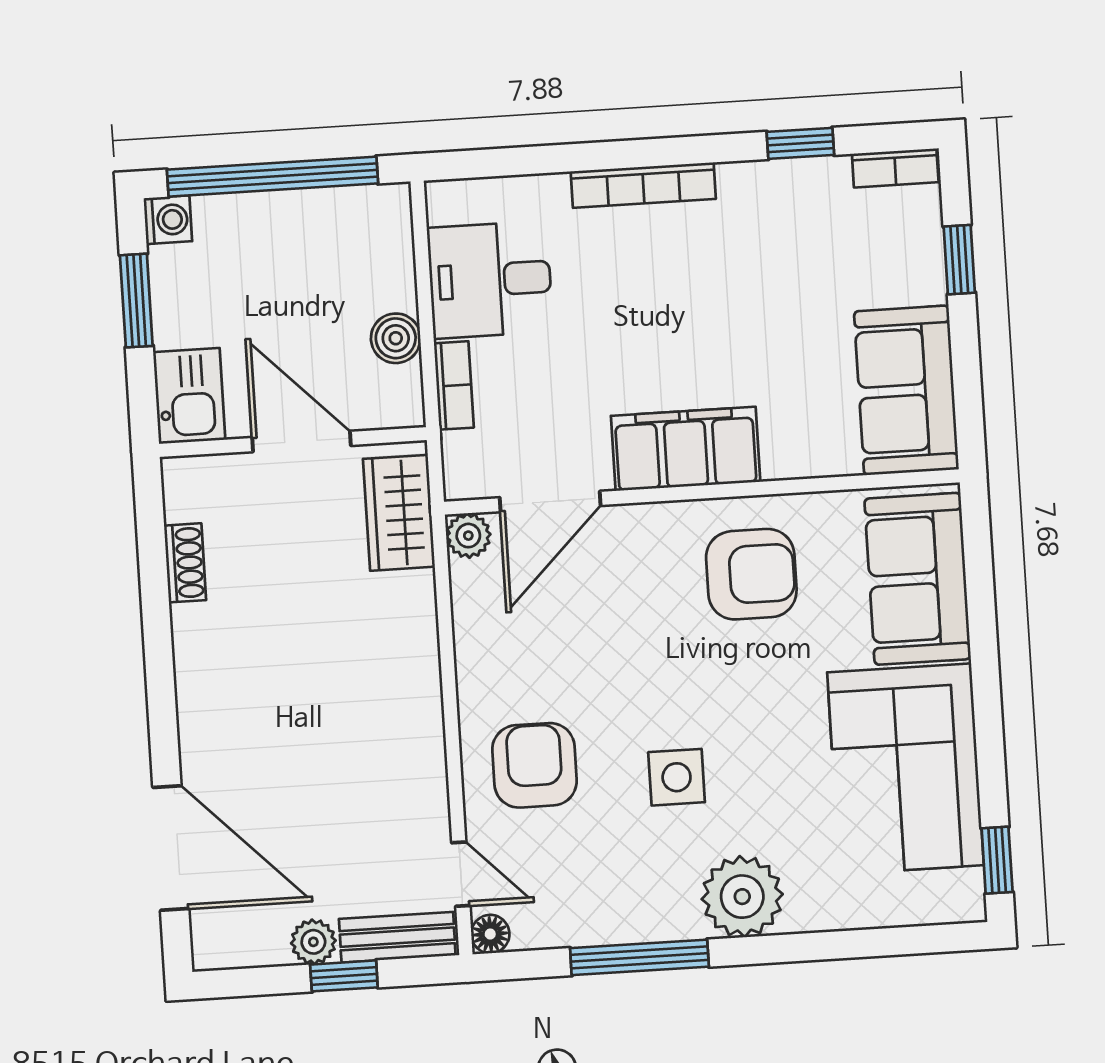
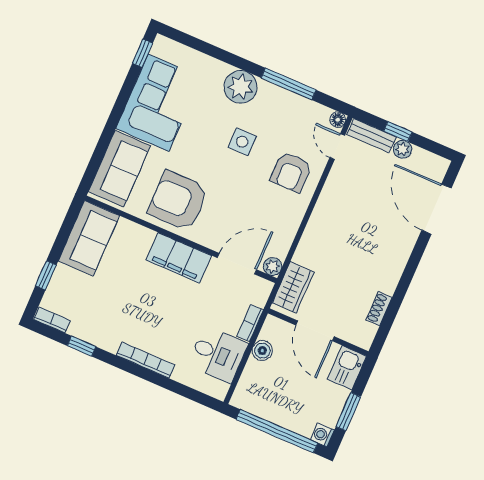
armchair: (751, 574) -> (178, 201), width x1.36, depth x1.36

